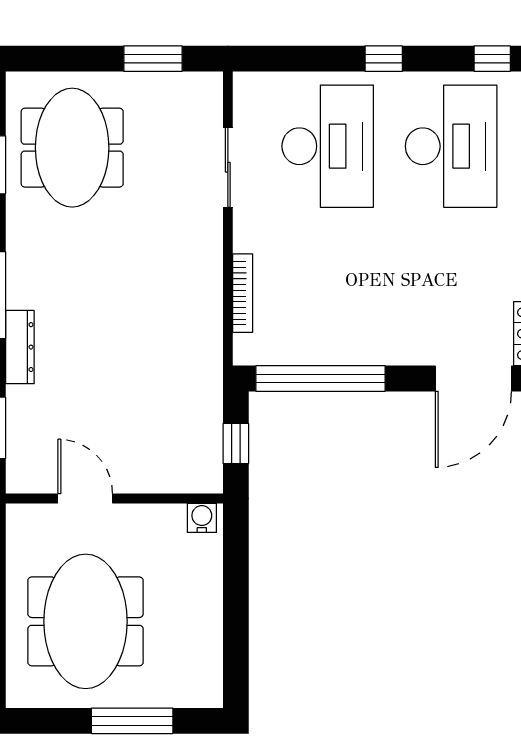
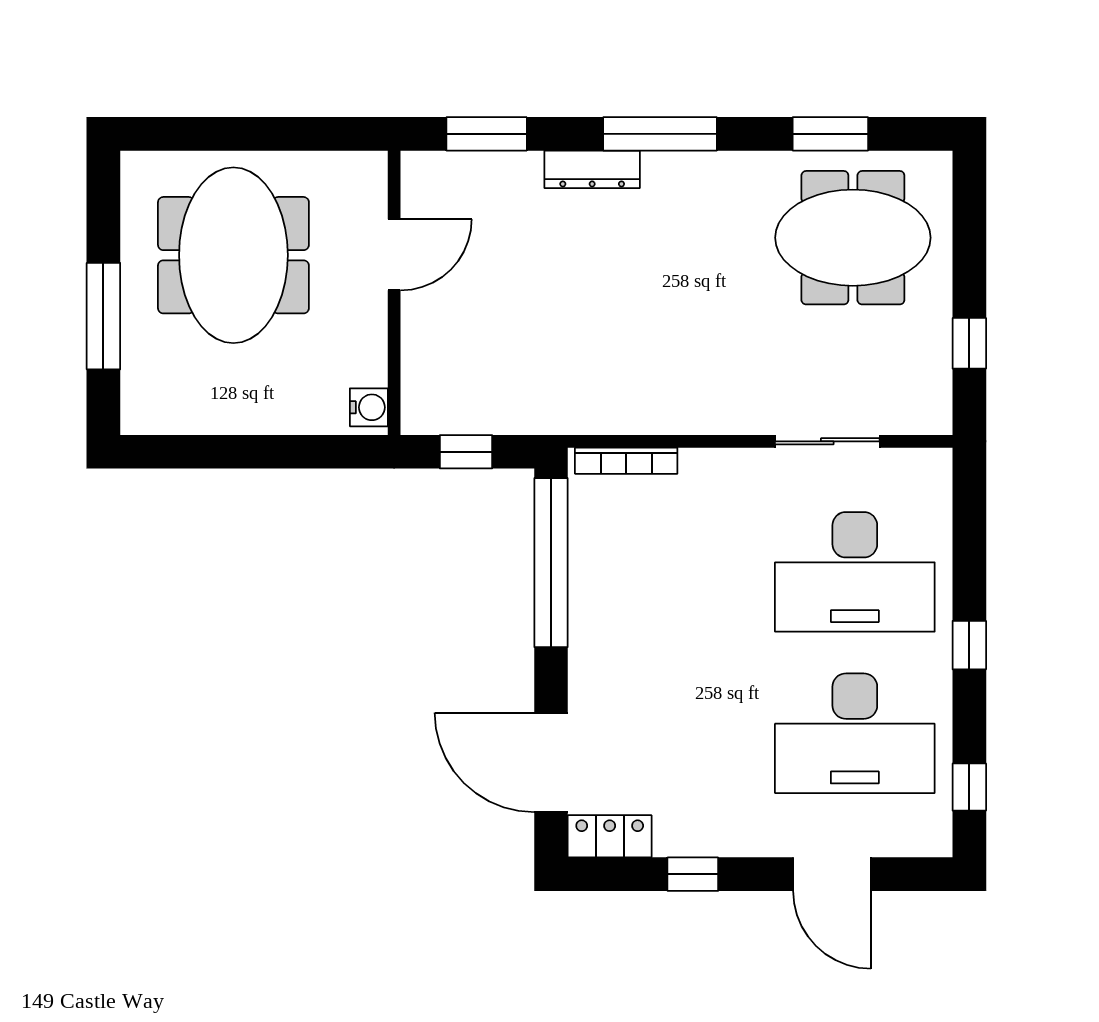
window: (153, 59) -> (969, 343), width x0.67
bookcase: (243, 293) -> (626, 461), moved
meeting table: (86, 621) -> (233, 255), turned 90

